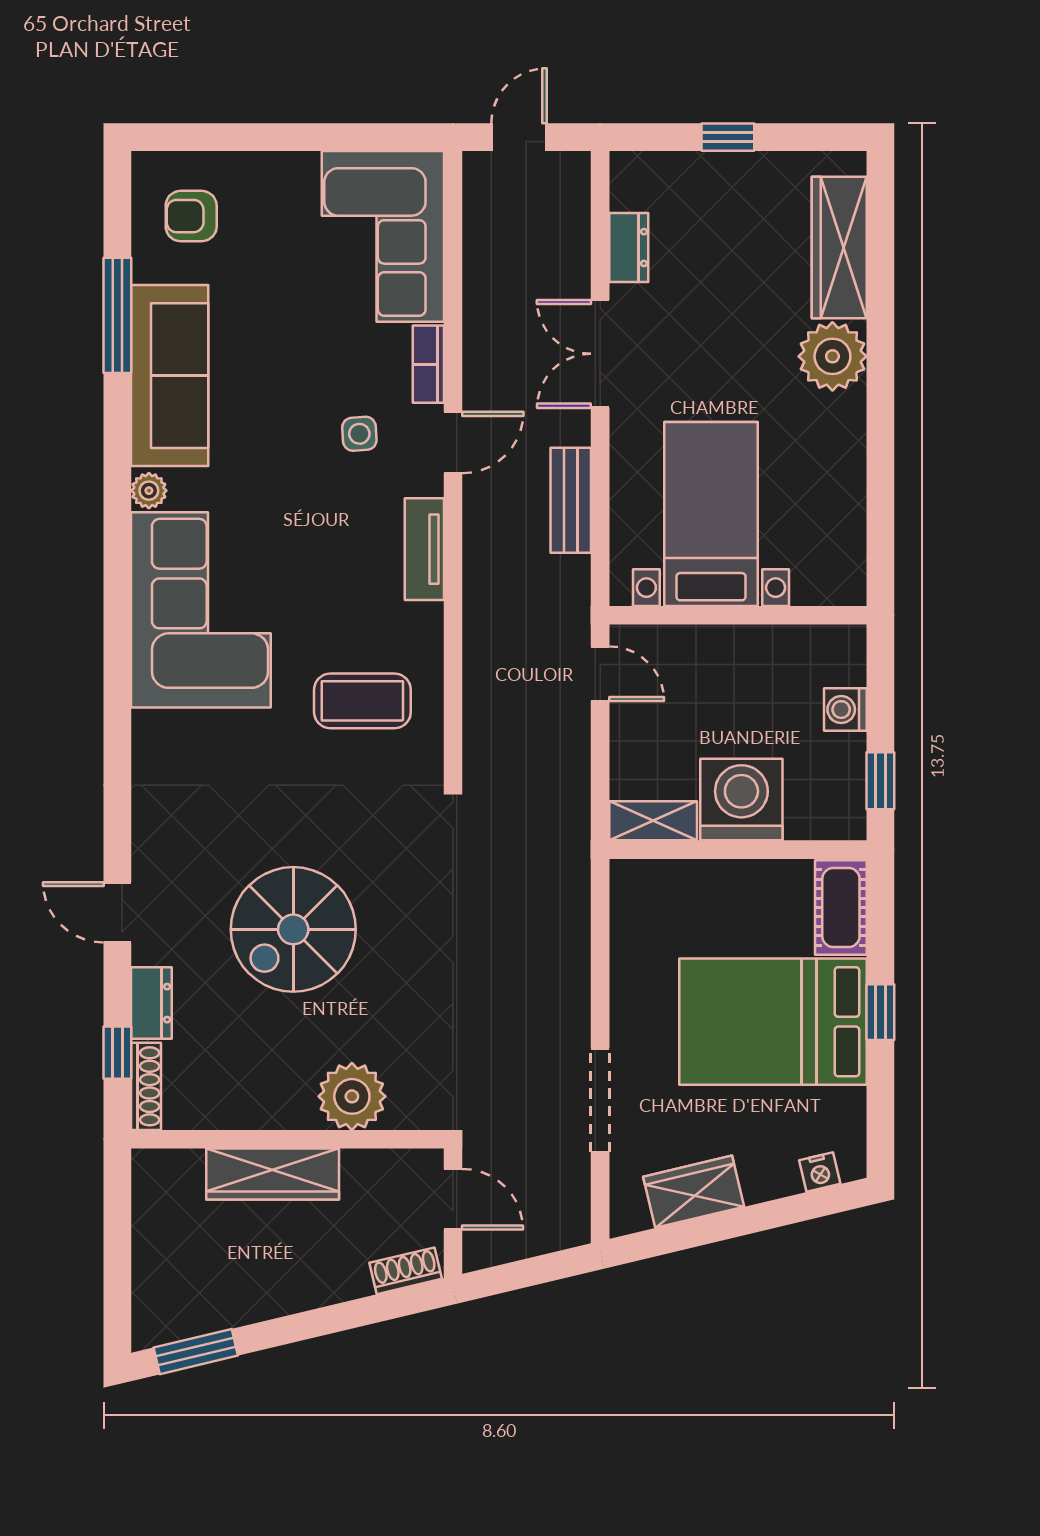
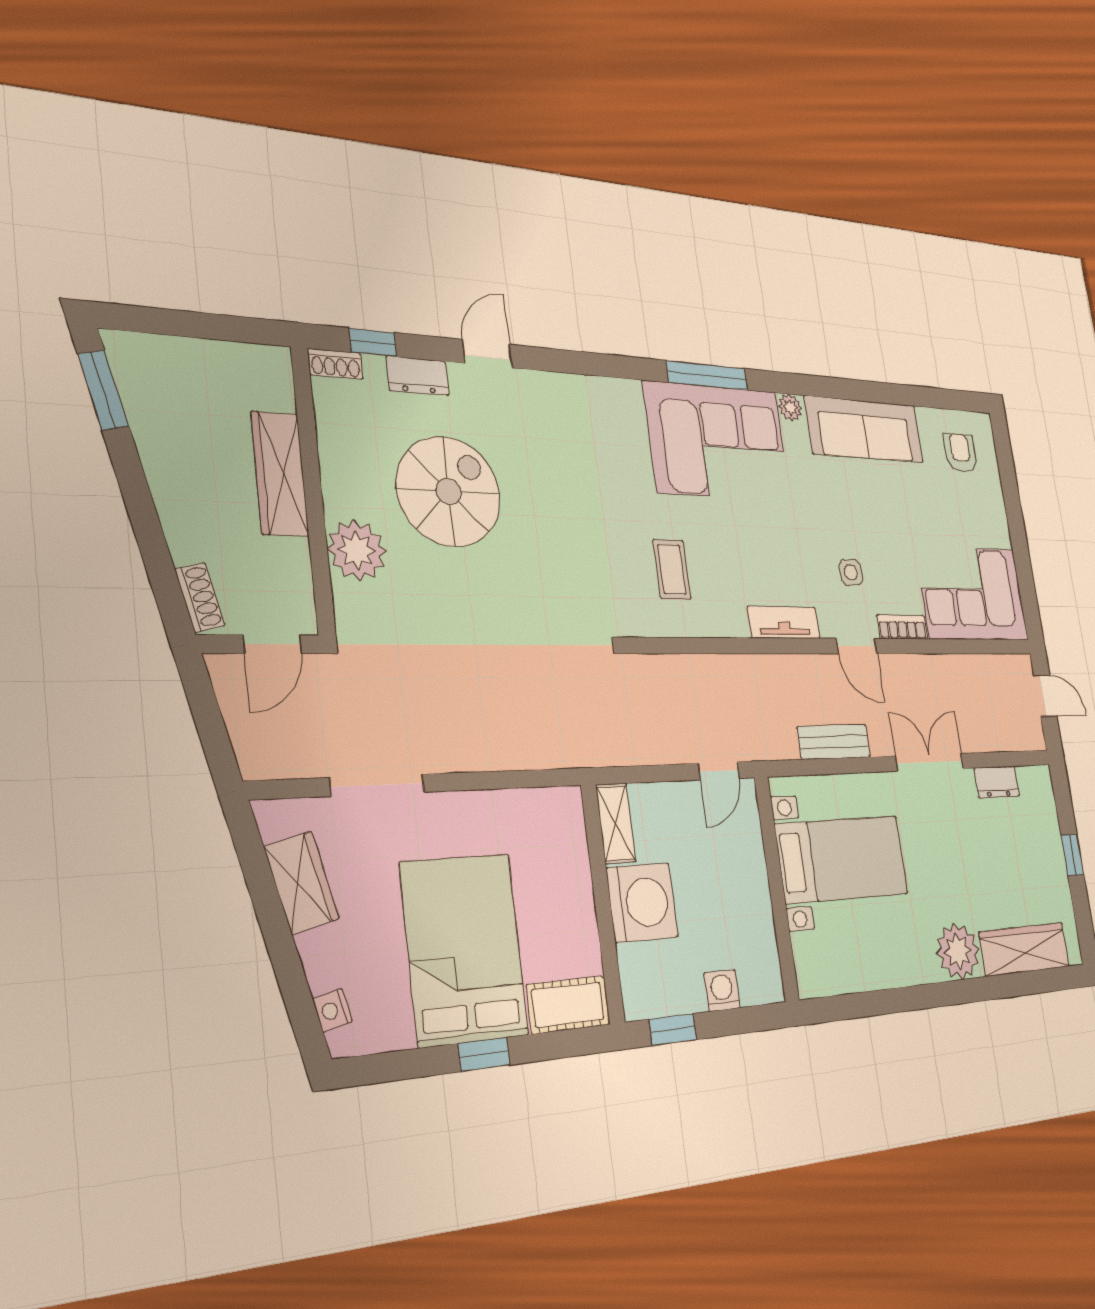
window: (117, 315) -> (707, 375), moved
coffee table: (362, 701) -> (672, 569), width x0.73, depth x0.77
spiral stairs: (293, 929) -> (449, 491), moved, turned 90
shoe rack: (146, 1086) -> (335, 364), width x0.70

